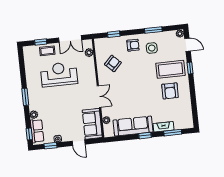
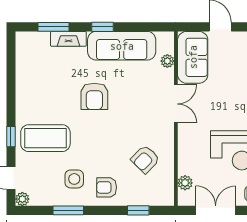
armchair: (170, 91) -> (94, 96), moved, turned 180
double door: (99, 97) -> (176, 104), swing flipped

